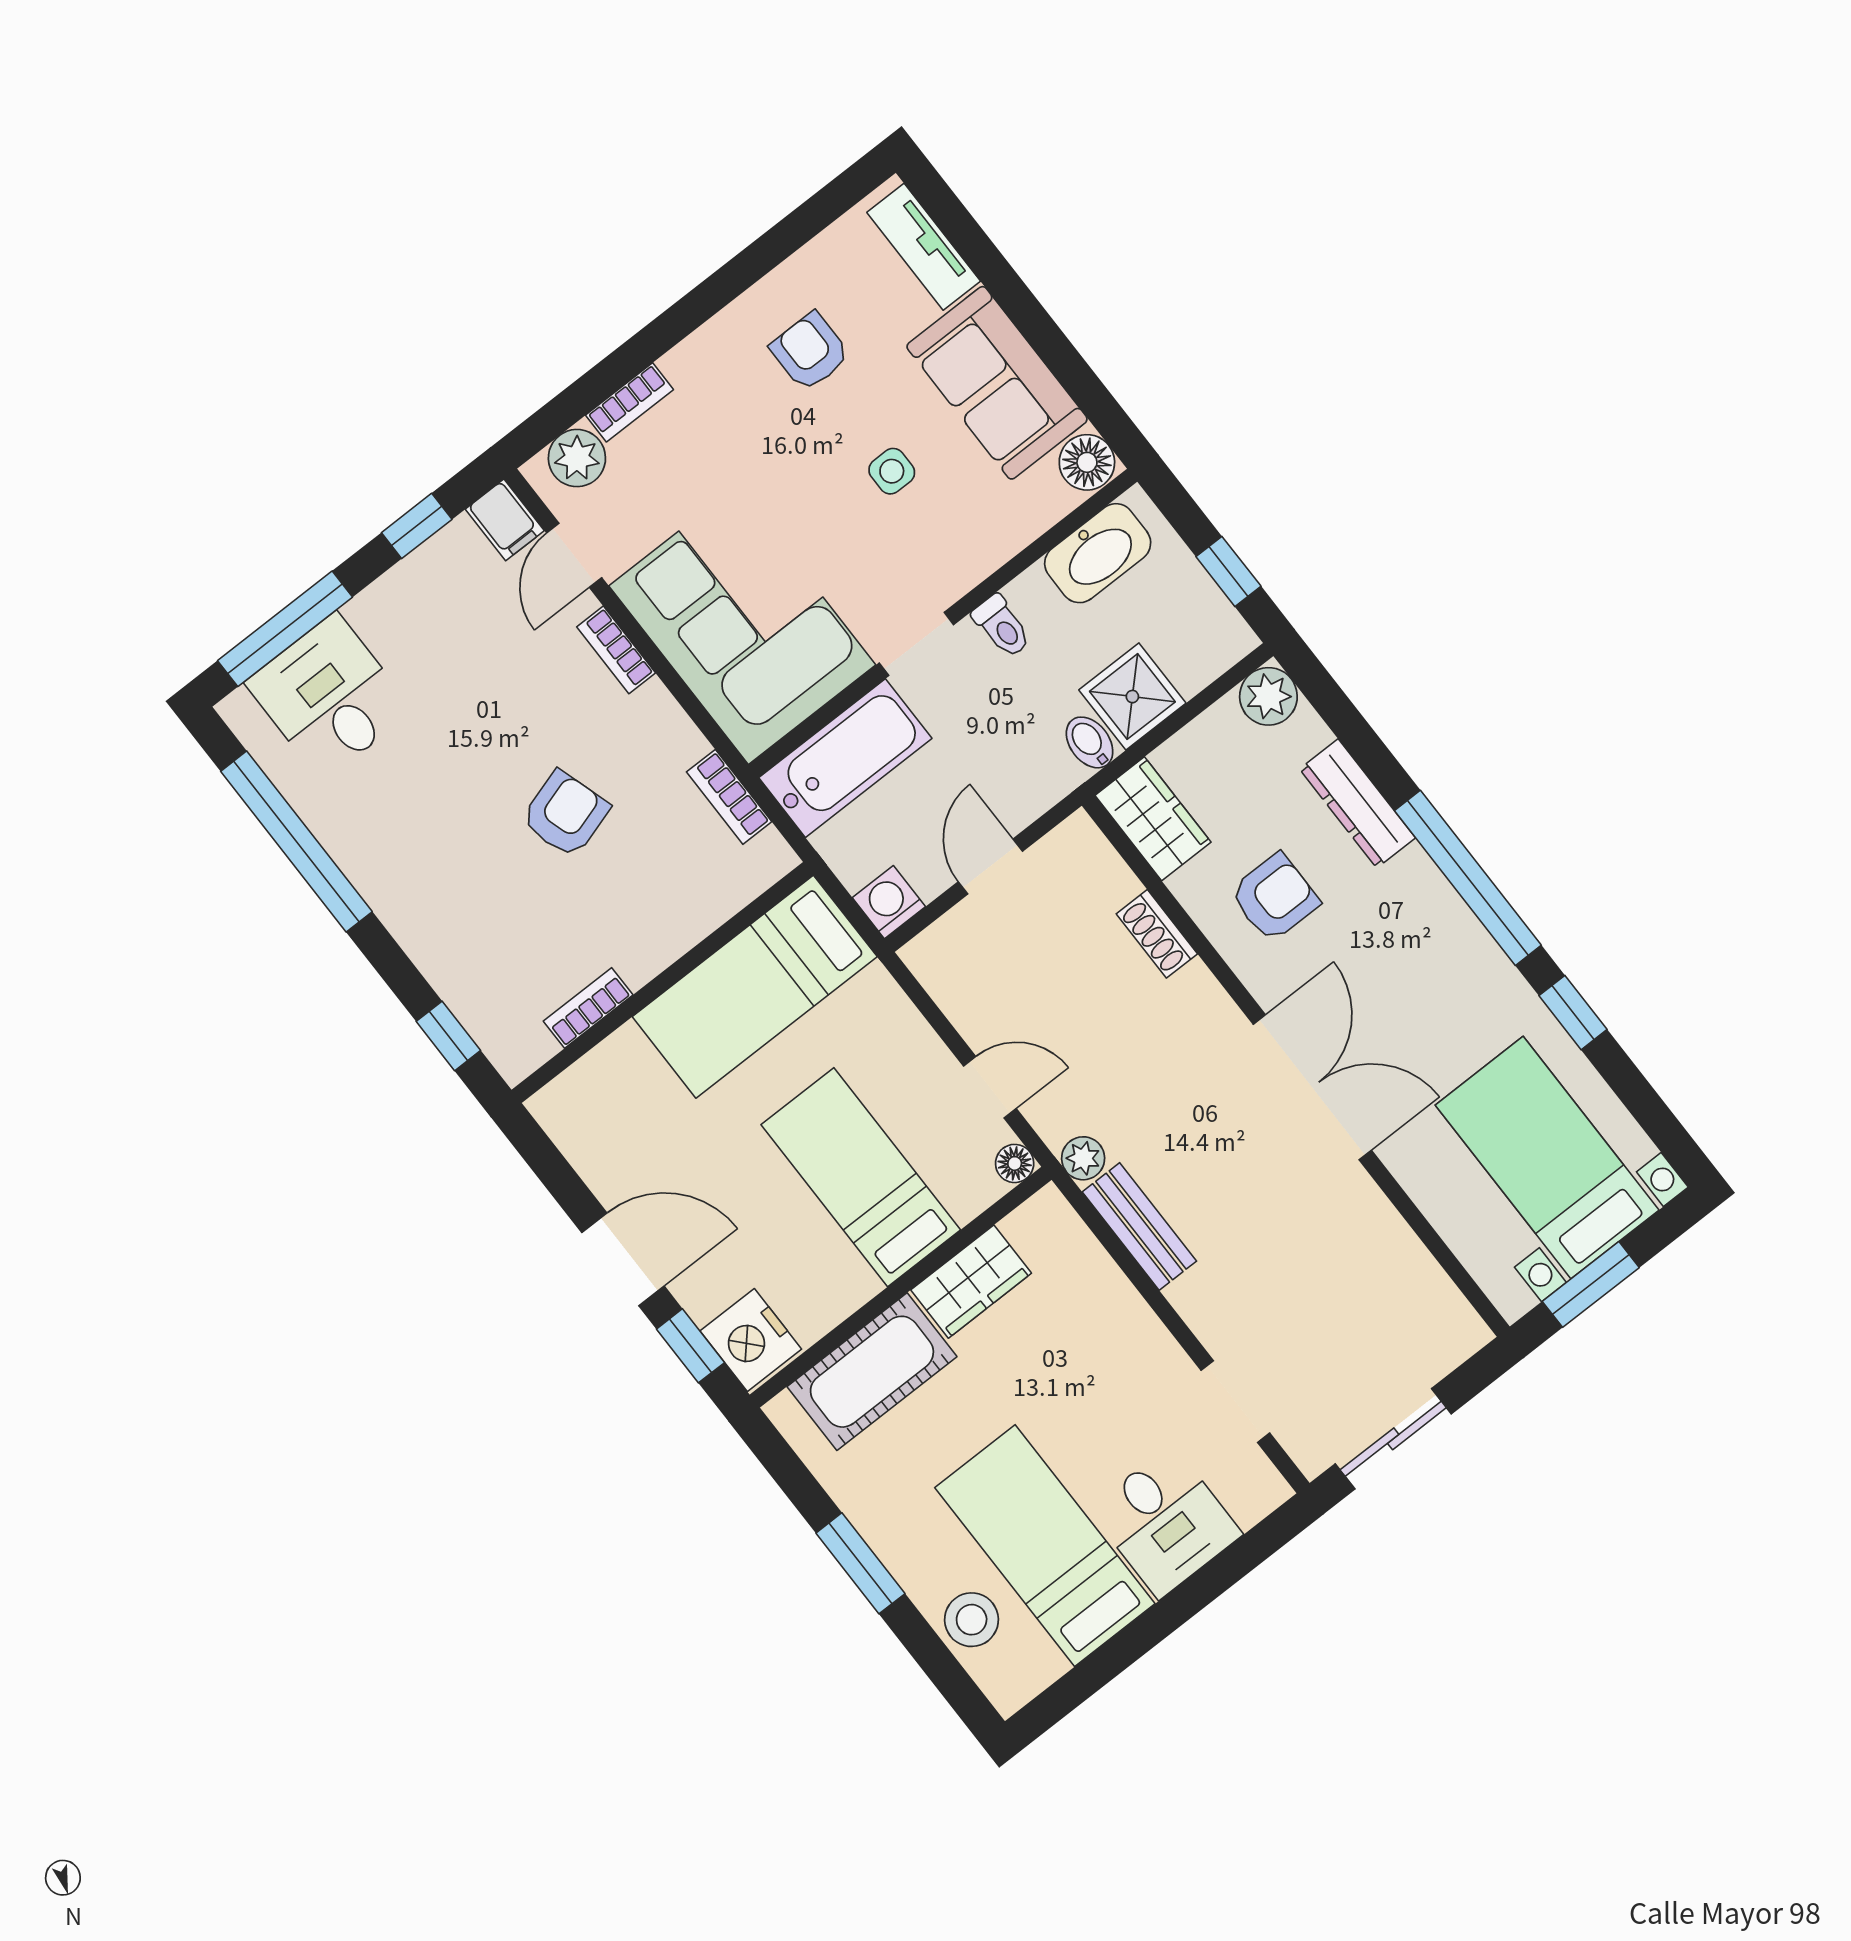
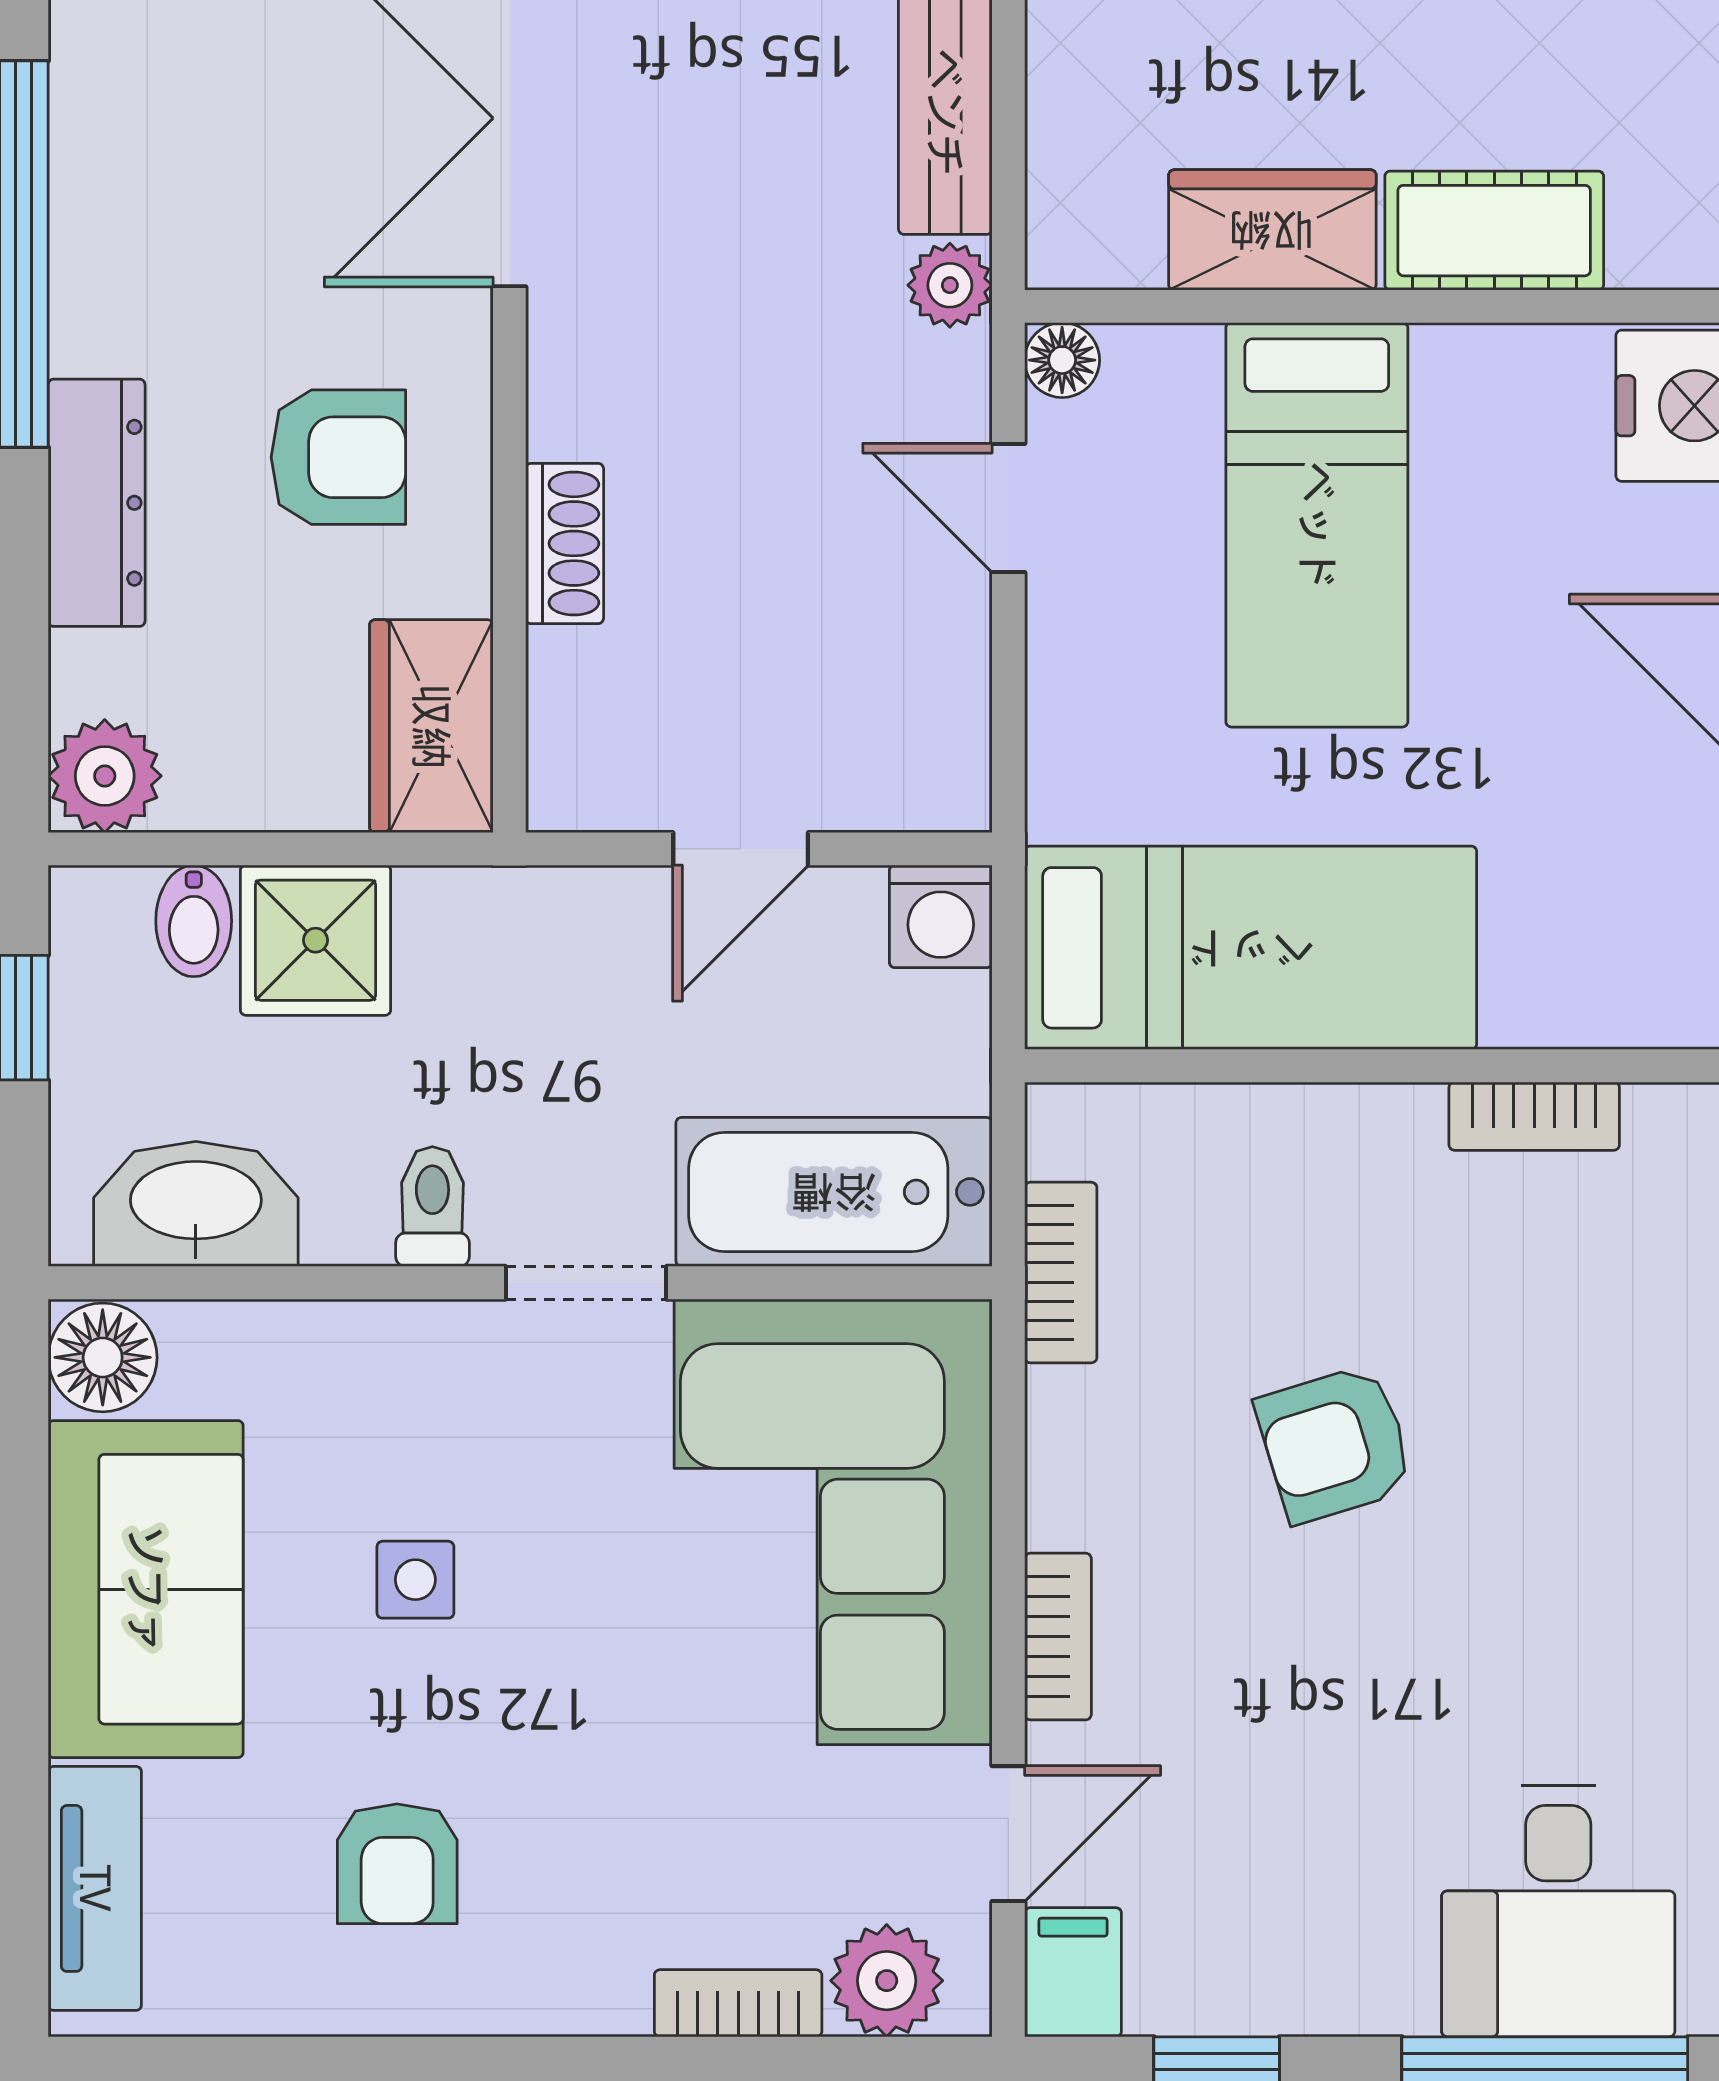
bidet: (1090, 742) -> (194, 921), moved
armchair: (1275, 898) -> (338, 457), turned 180
cot: (872, 1372) -> (1494, 231), width x0.73, depth x0.75

